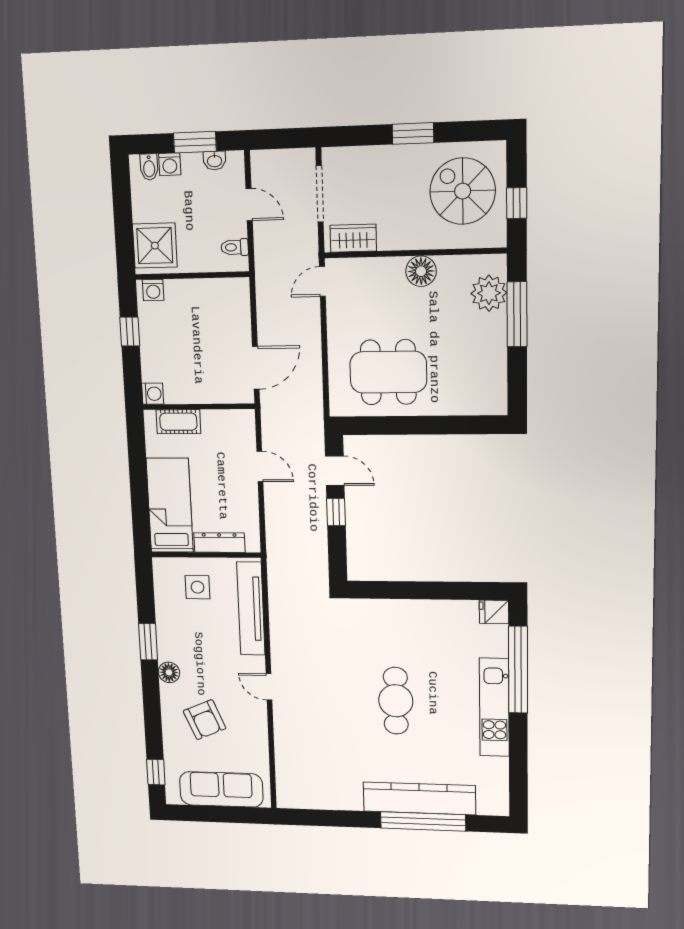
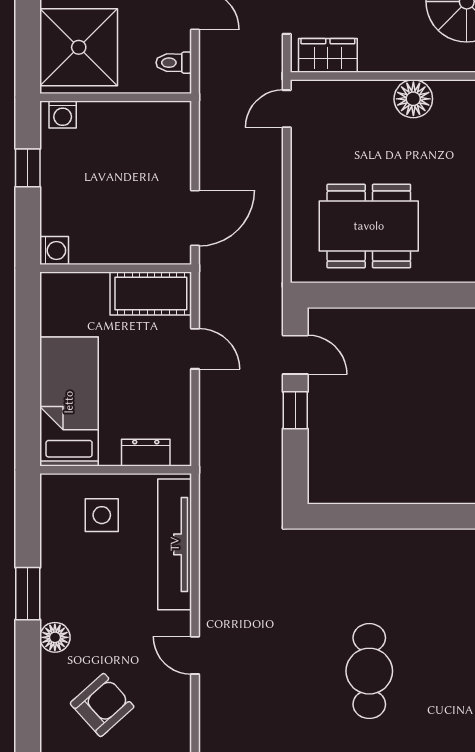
shower: (155, 246) -> (79, 47), width x1.37, depth x1.37
cot: (178, 422) -> (151, 294), moved, width x1.37, depth x1.34
dresser: (219, 543) -> (146, 453), width x0.70
armchair: (205, 720) -> (102, 705), turned -109

